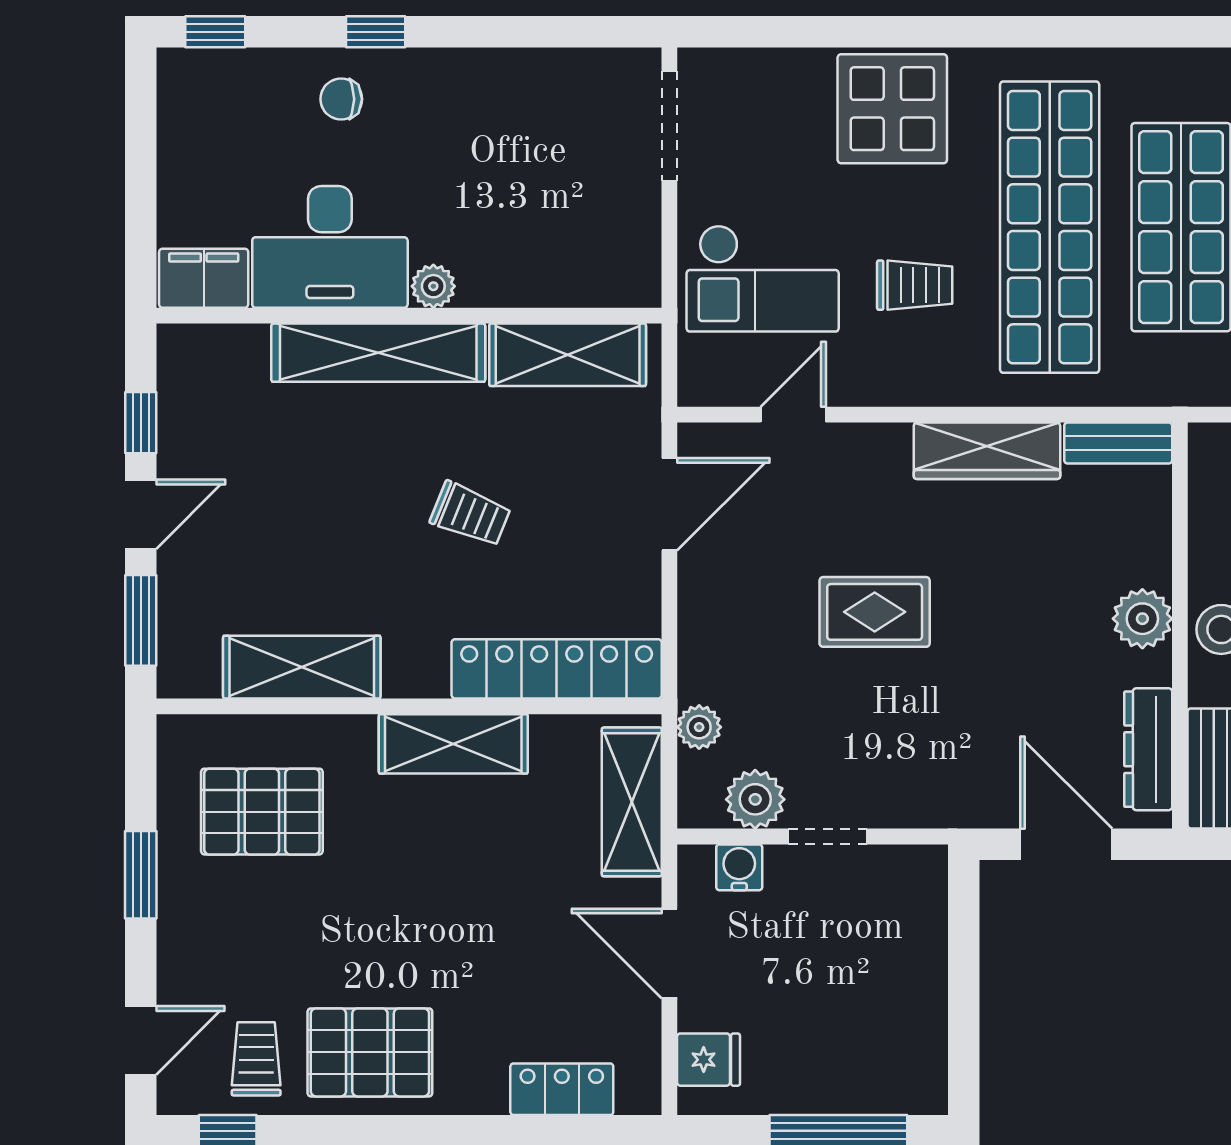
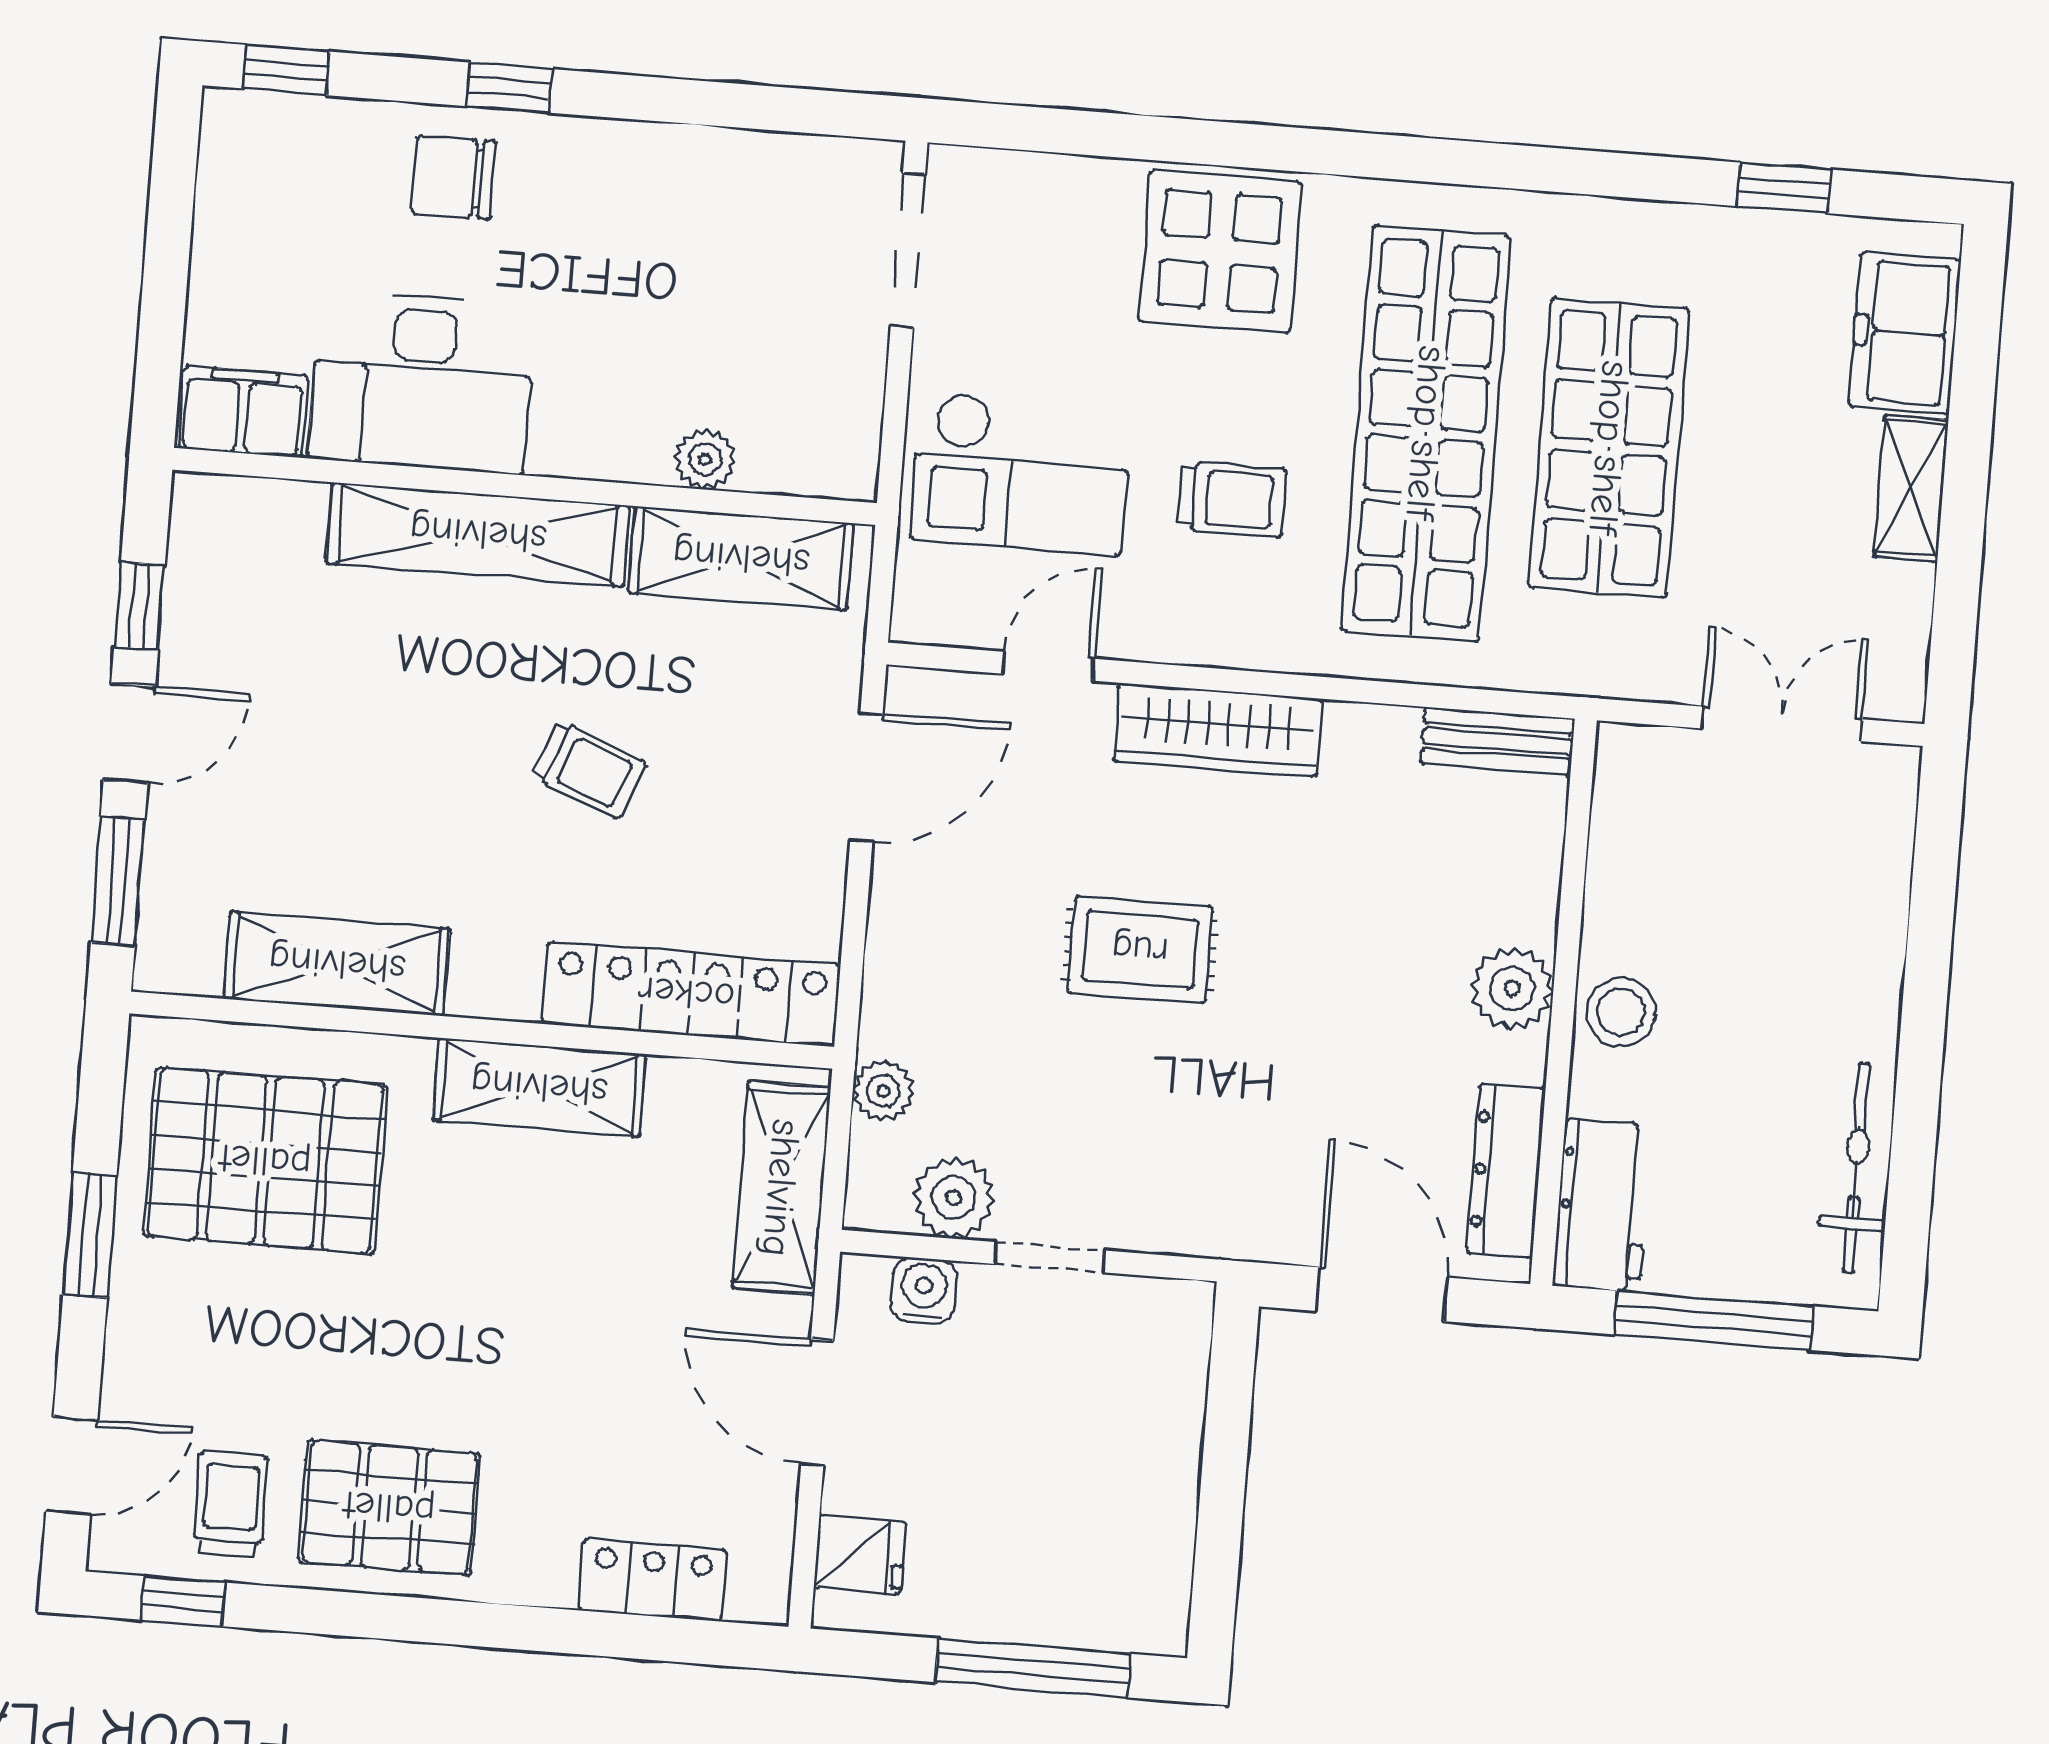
chair: (341, 99) -> (454, 177), width x1.37, depth x1.37
plant: (433, 286) -> (705, 459), moved
wardrobe: (987, 451) -> (1218, 730), moved
pallet: (262, 812) -> (265, 1161), width x1.37, depth x1.41

